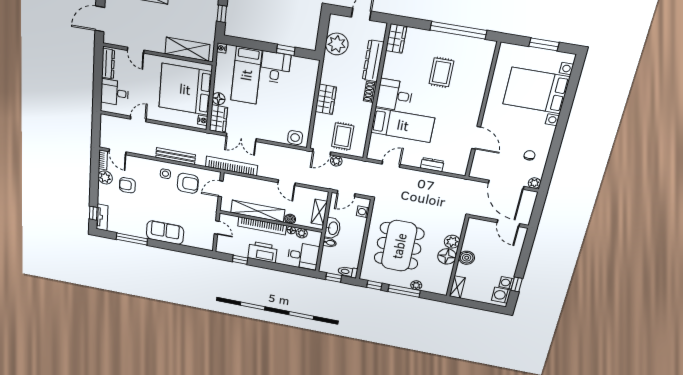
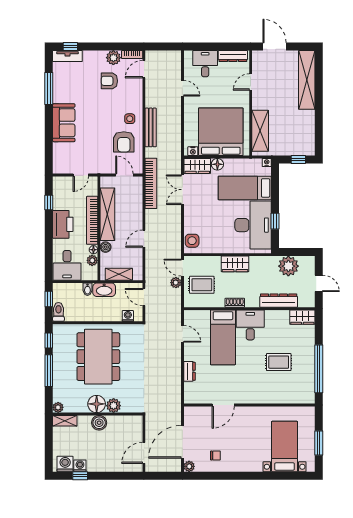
desk: (275, 67) -> (253, 225), width x1.87, depth x1.30
bed with nightstands: (536, 91) -> (285, 447), width x0.73
shoe rack: (370, 92) -> (235, 303), moved
armchair: (127, 185) -> (109, 81), turned -90
dining table: (399, 246) -> (98, 357), turned 90
plant: (416, 285) -> (58, 407), moved

